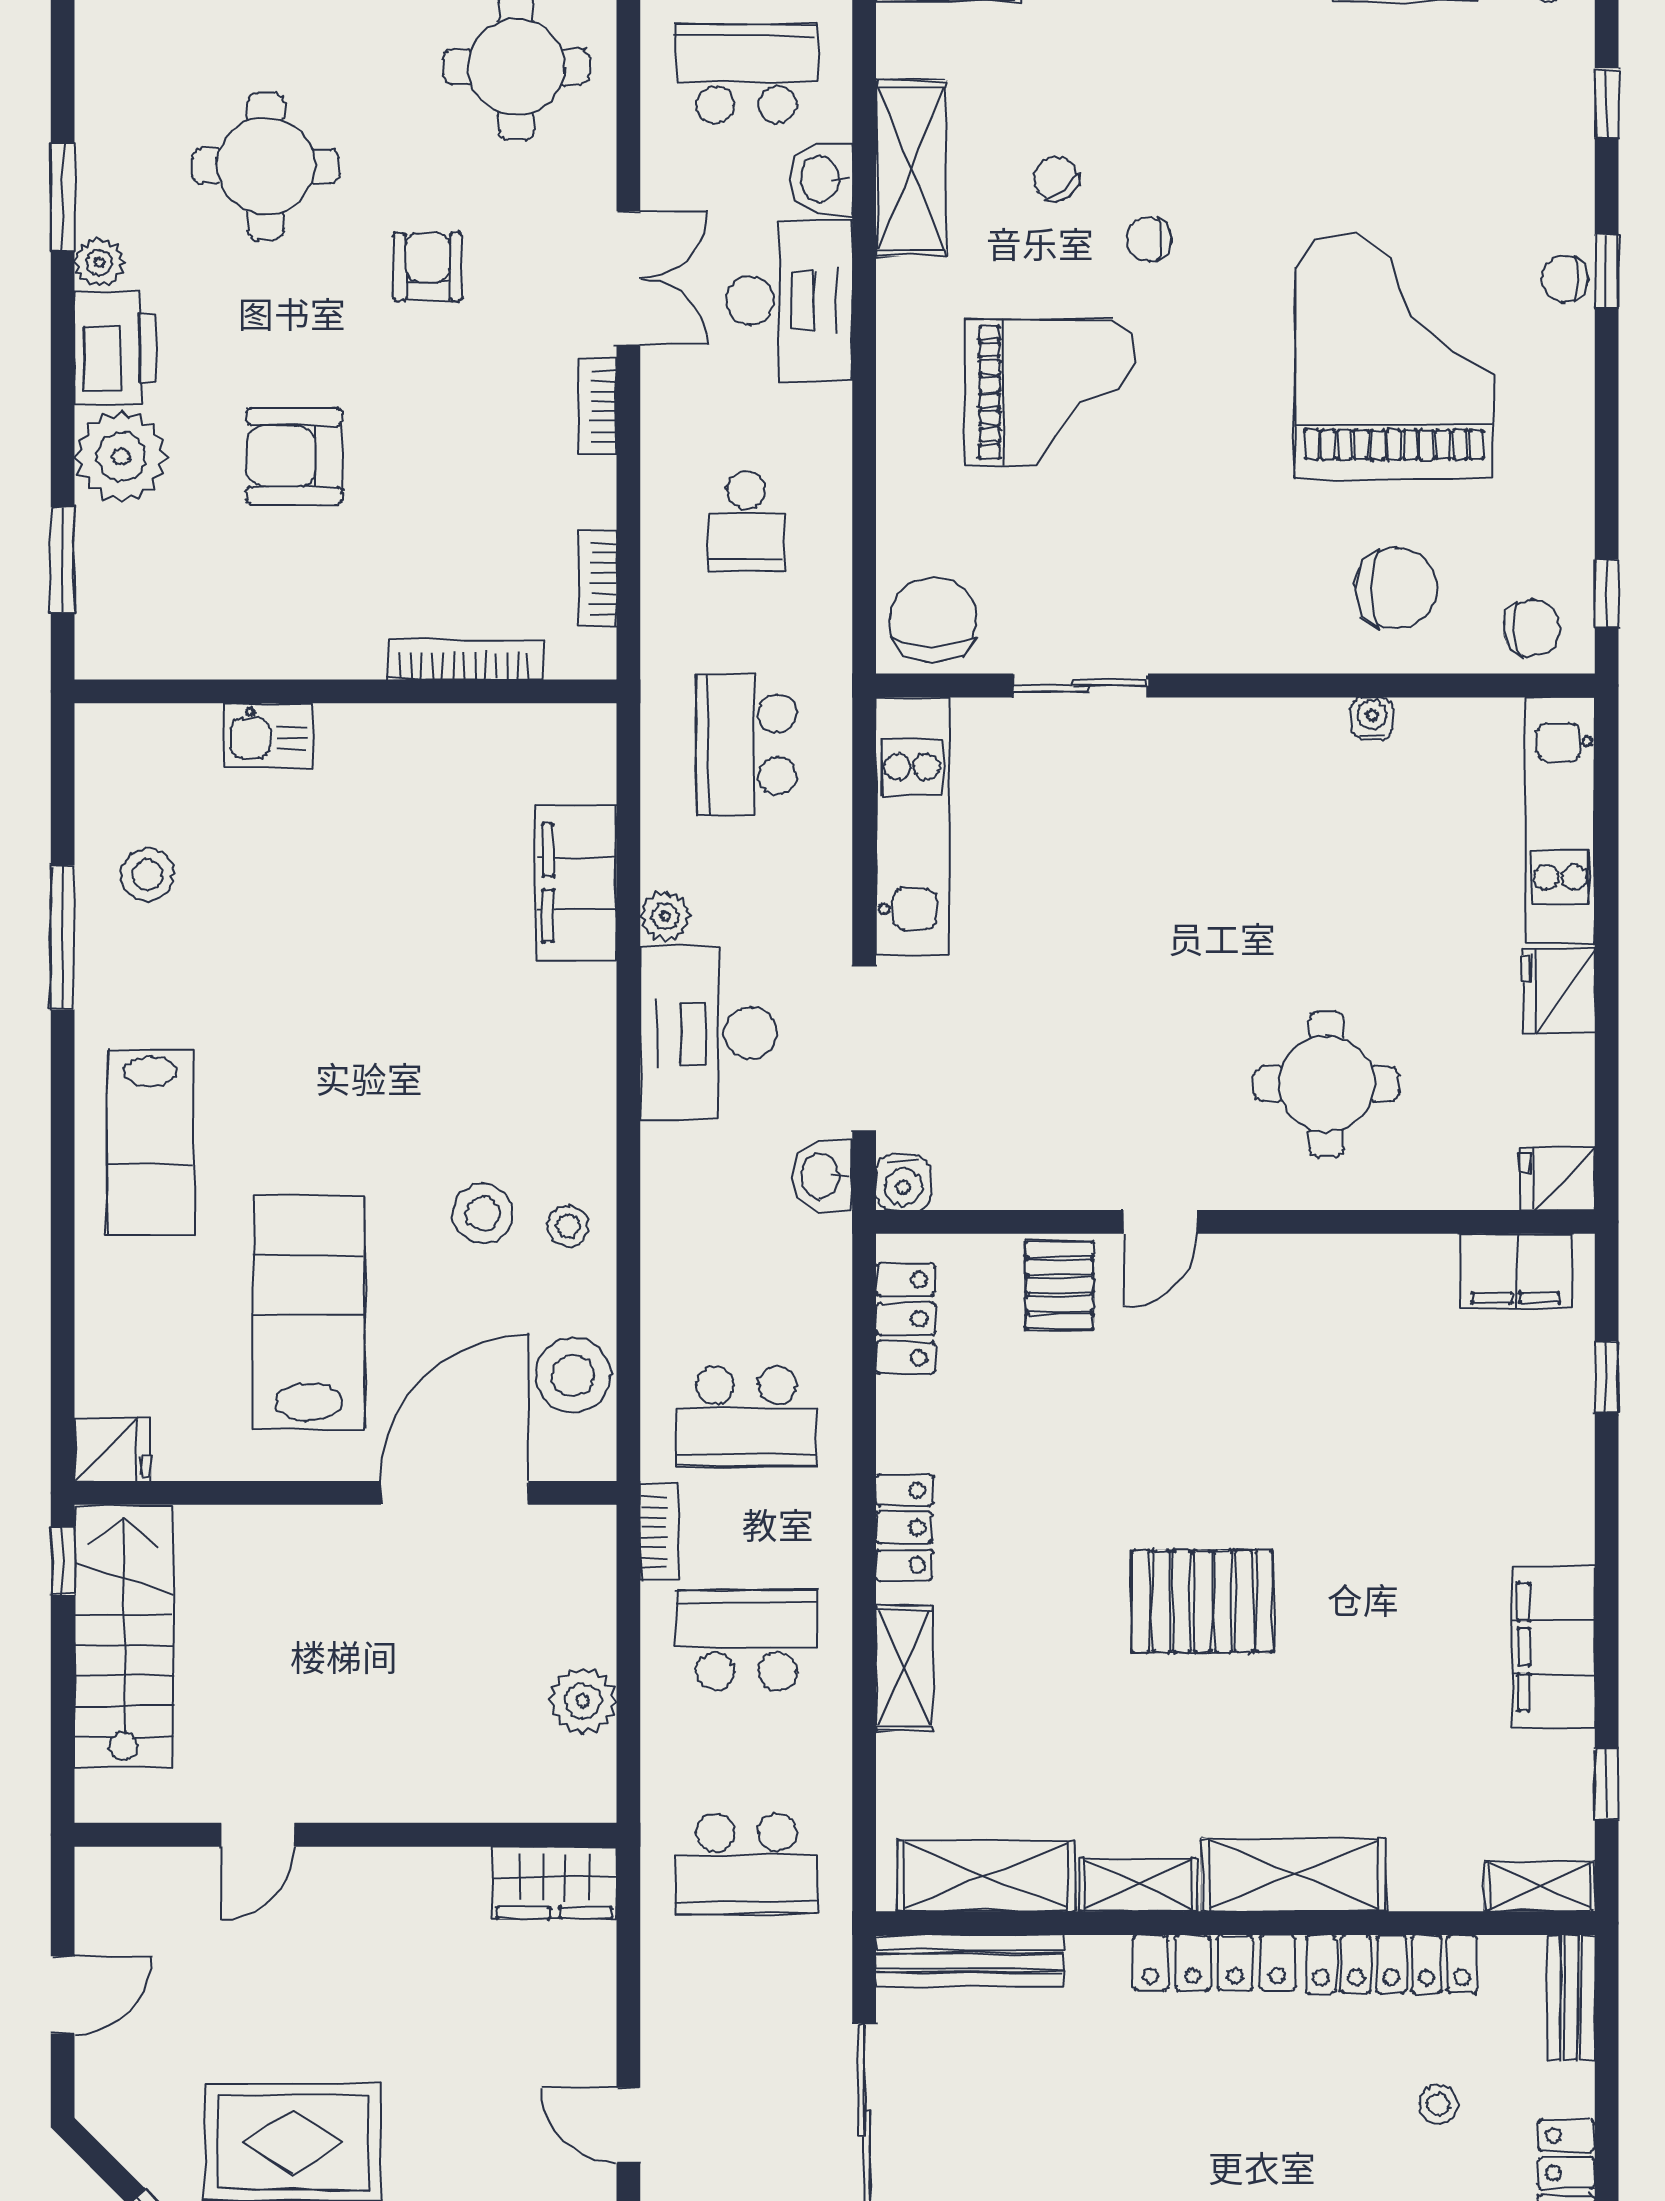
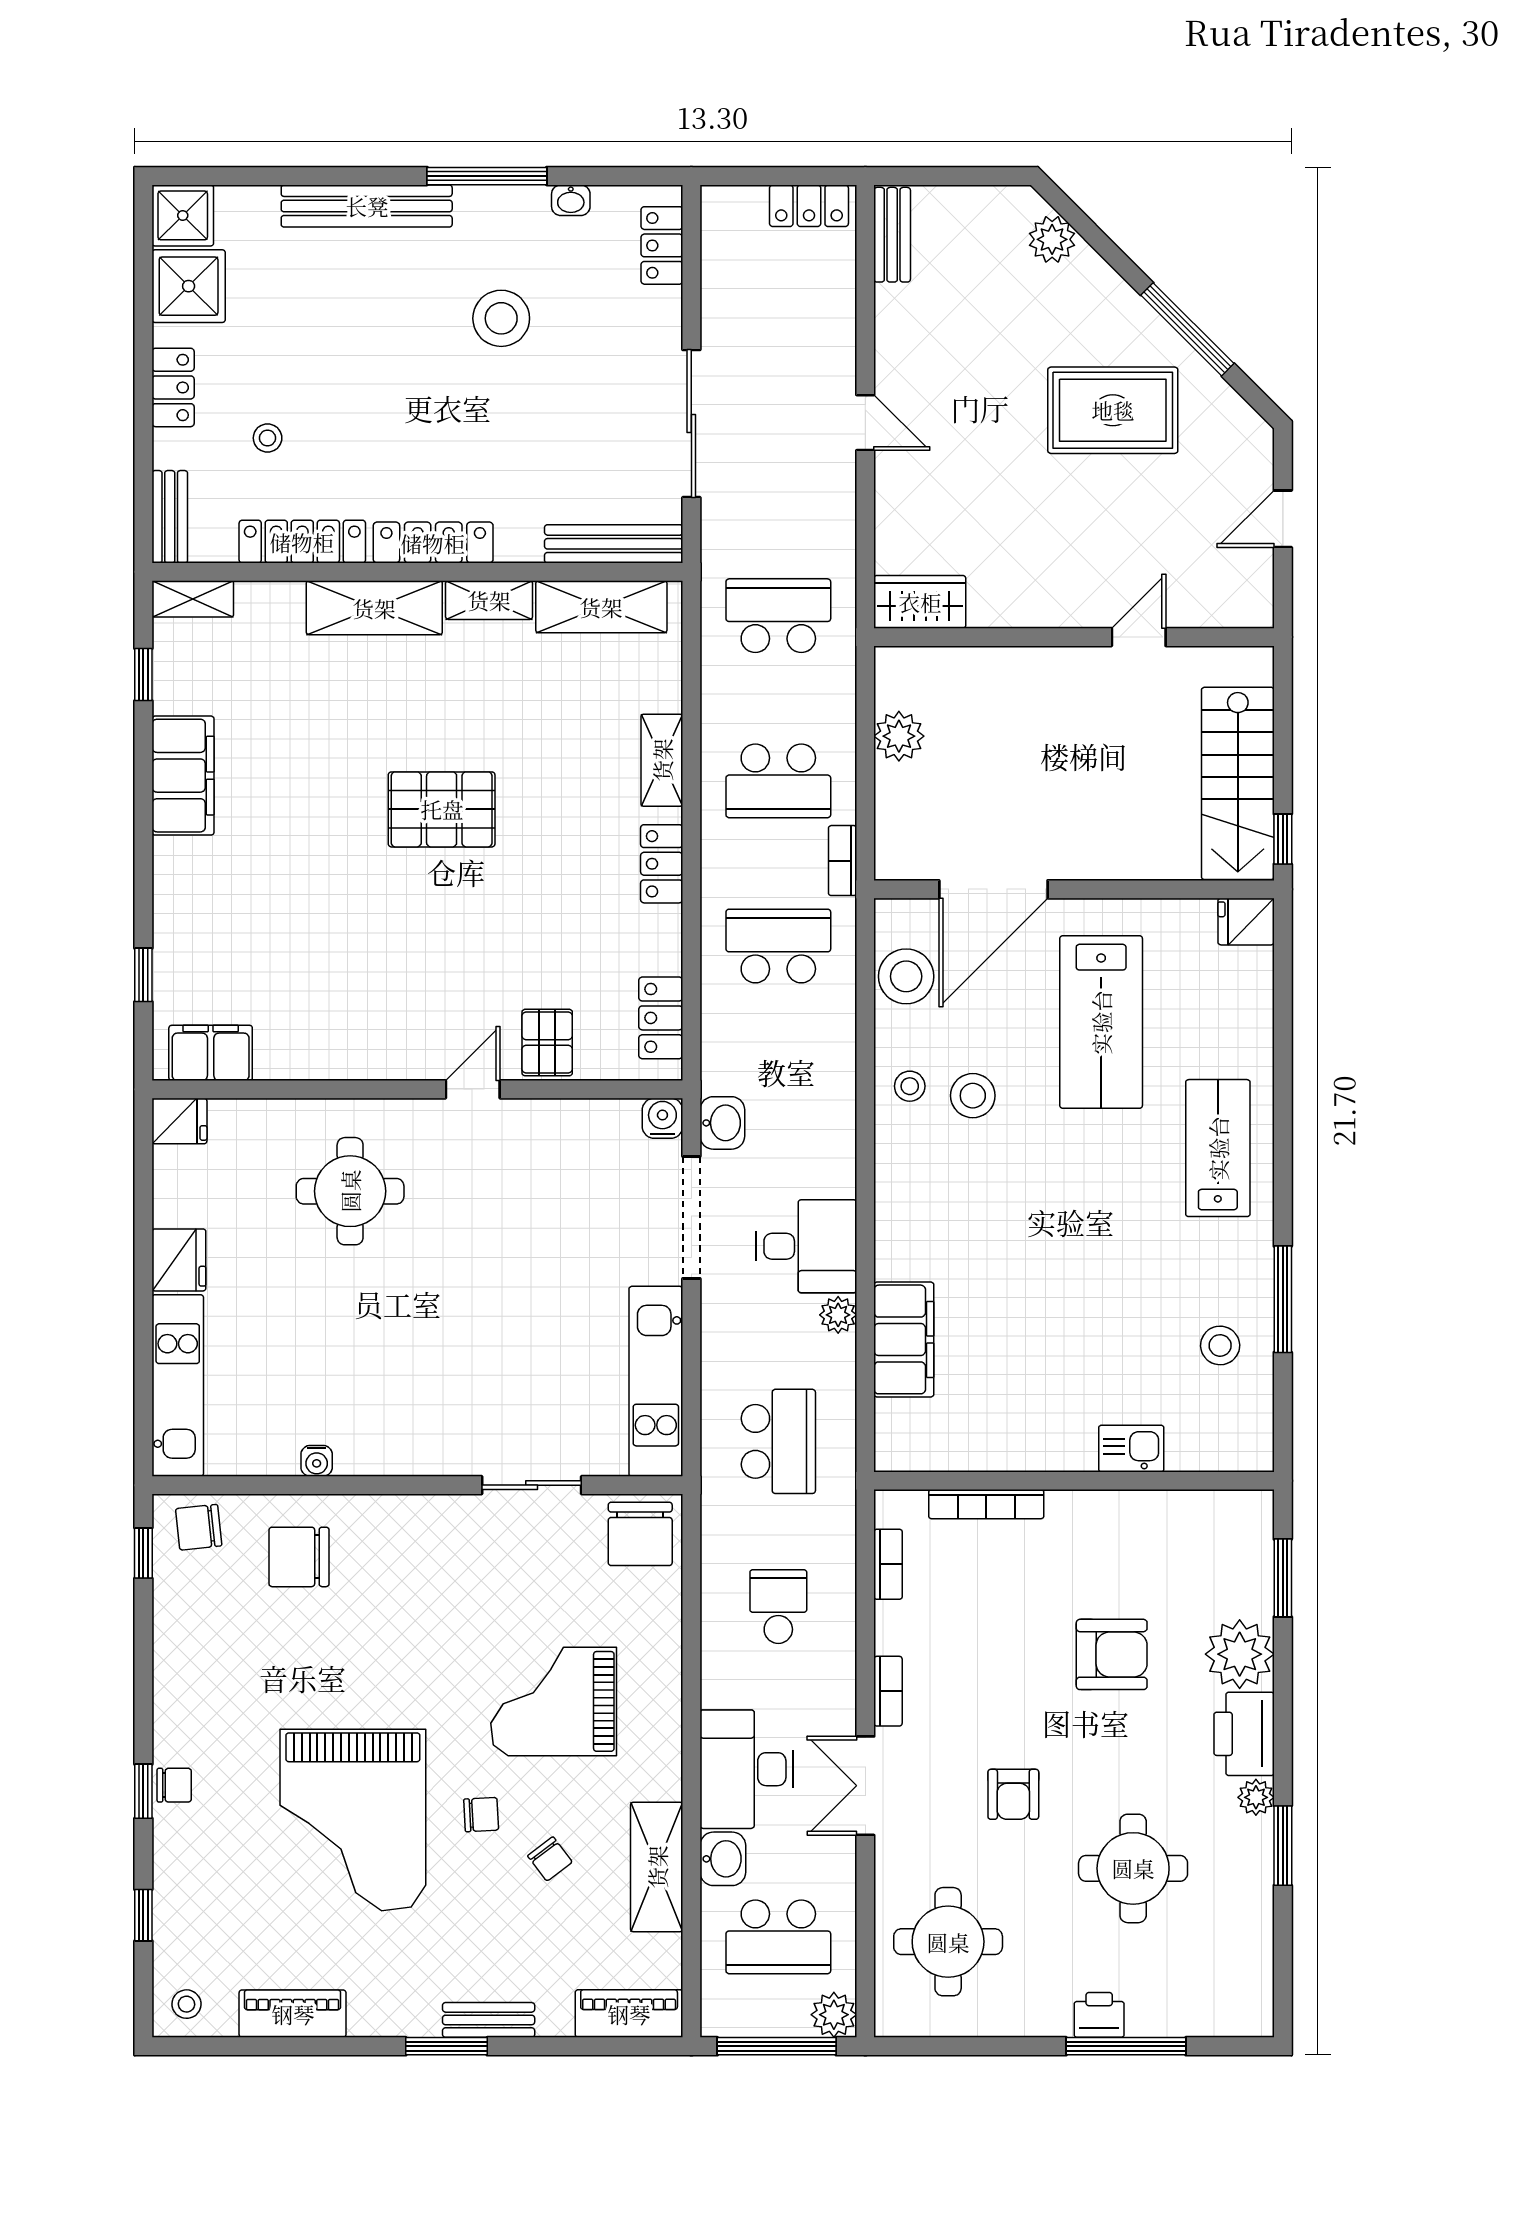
grand piano: (1394, 356) -> (353, 1820), moved
desk: (708, 1033) -> (806, 1246), width x0.73

